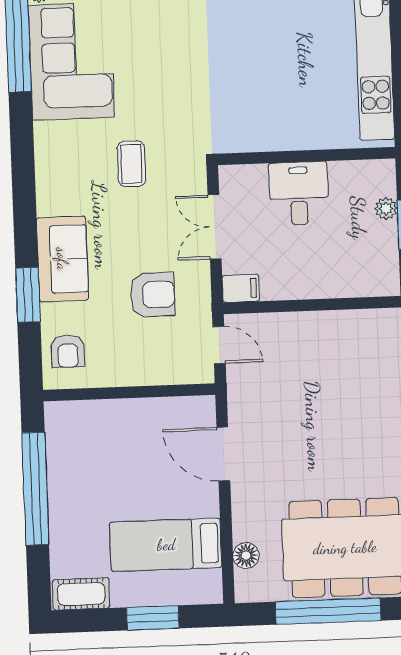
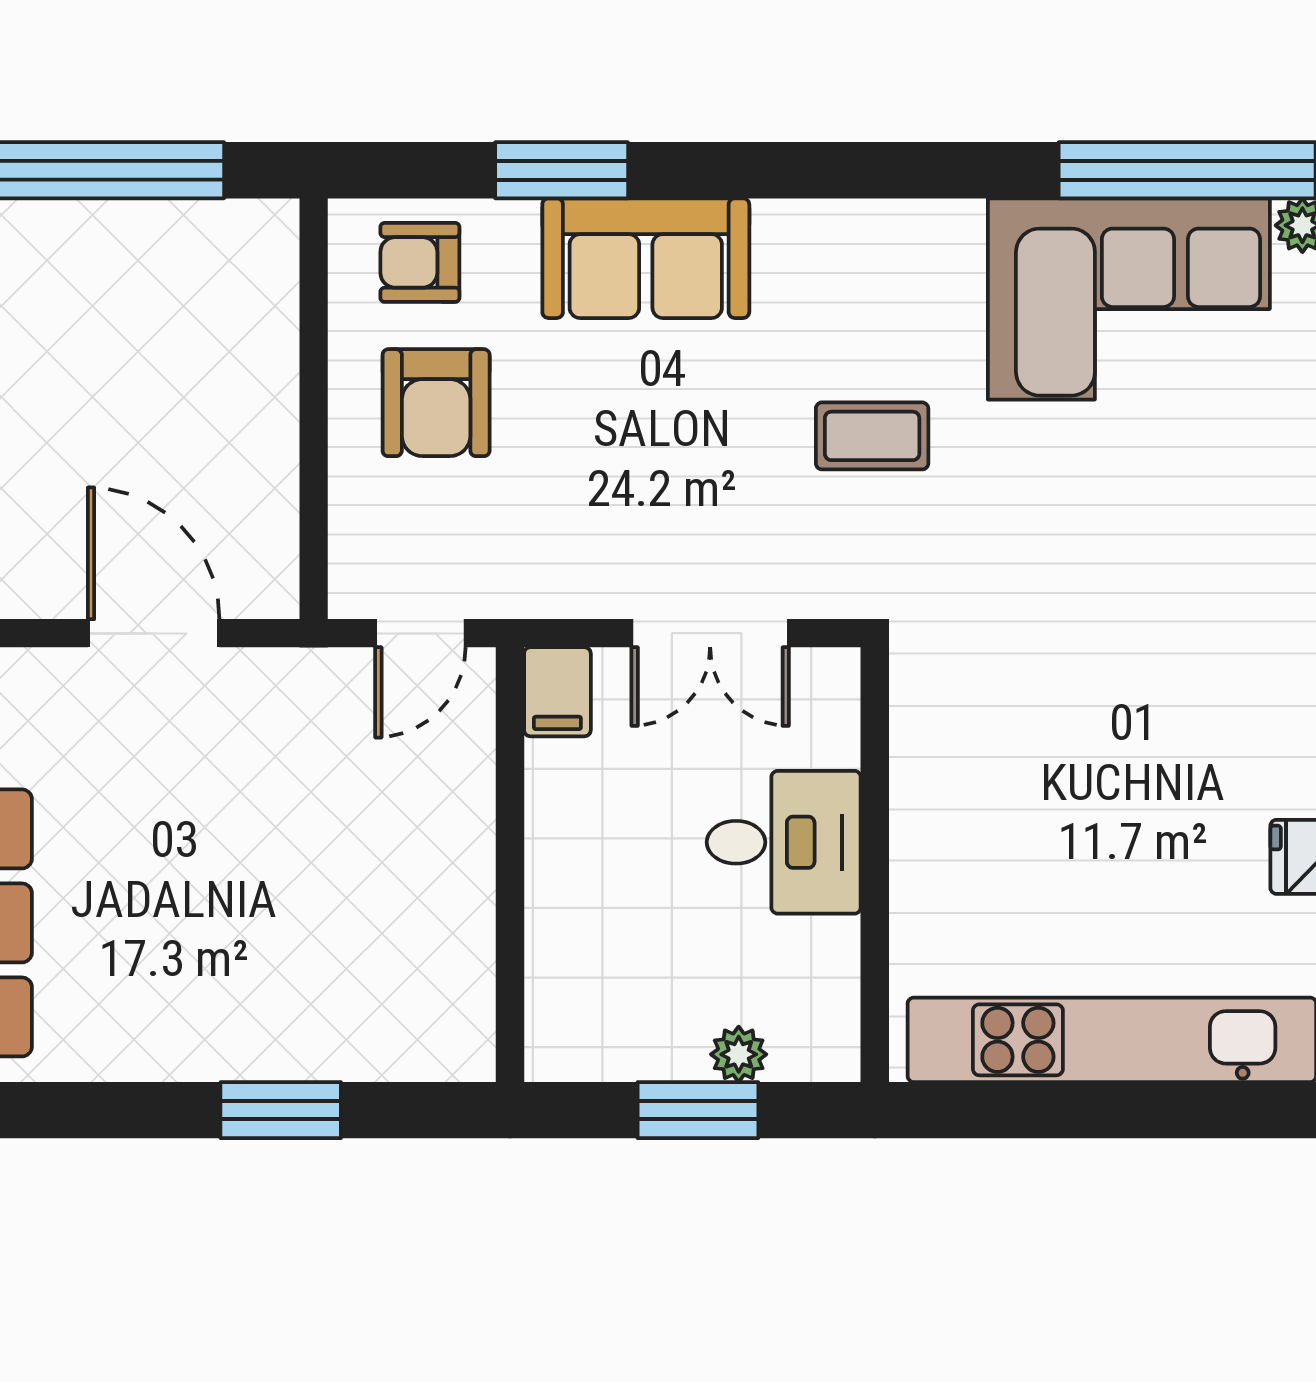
double door: (215, 227) -> (710, 633), swing flipped
armchair: (152, 295) -> (436, 403), moved
door: (223, 454) -> (154, 633), hinge flipped

